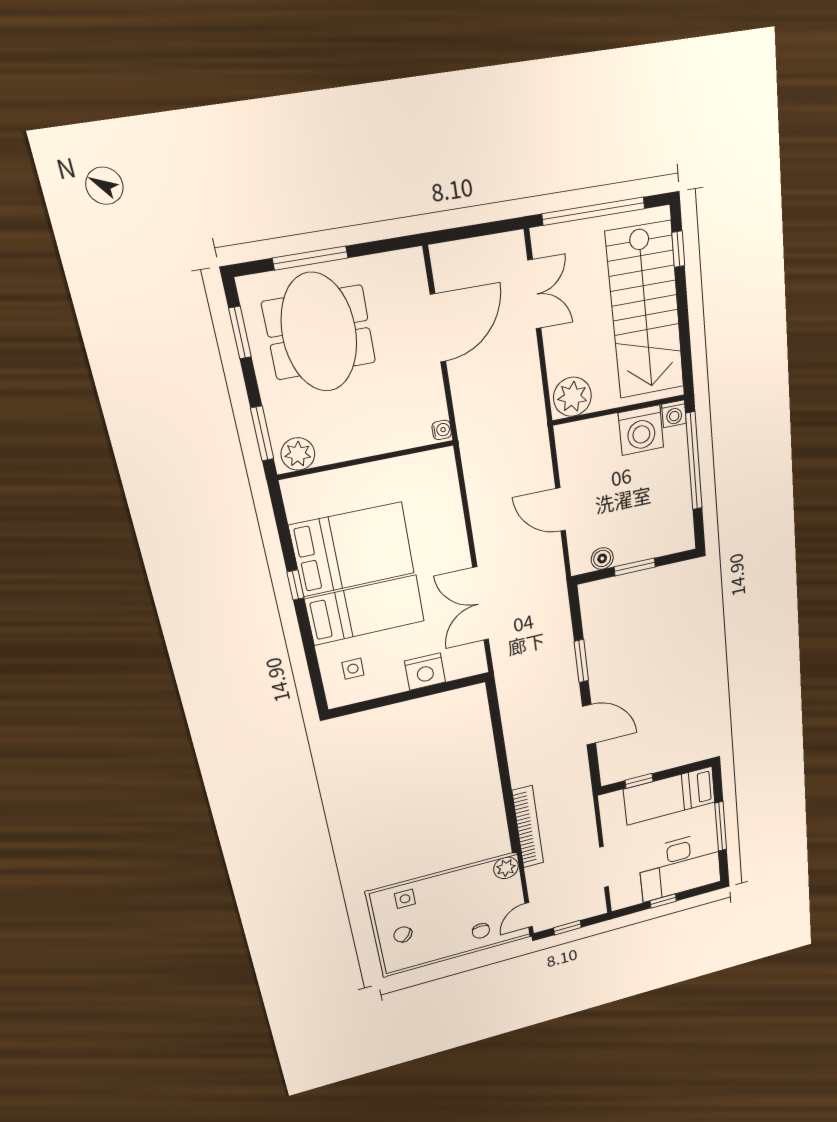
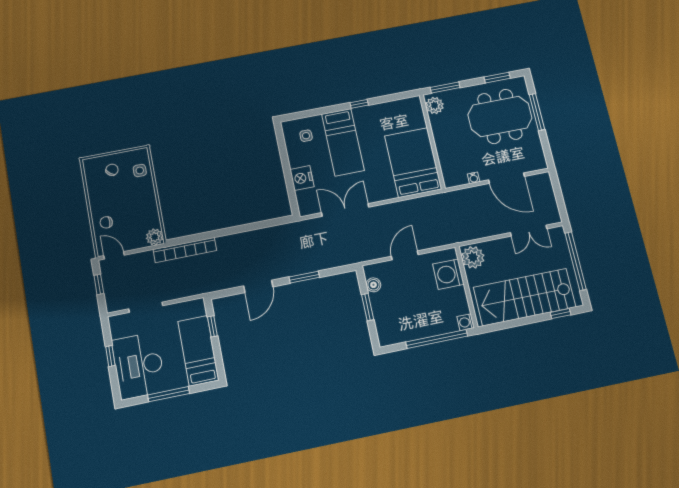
water cooler: (442, 430) -> (474, 178), moved
washing machine: (641, 430) -> (448, 274), moved
bed: (352, 549) -> (413, 162), moved, turned 180

